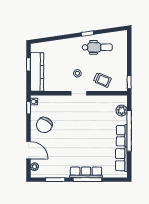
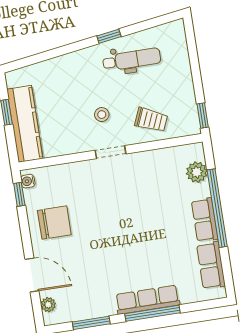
chair: (44, 125) -> (54, 223), turned -122

